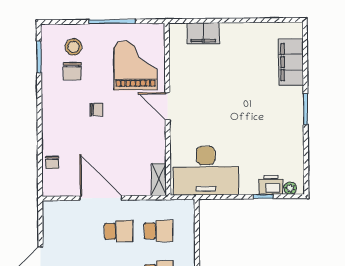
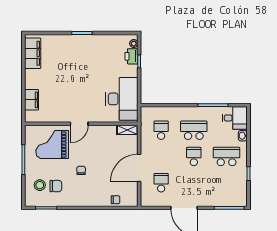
filing cabinet: (291, 62) -> (33, 53), moved, turned -90
school desk: (119, 231) -> (161, 183), moved

